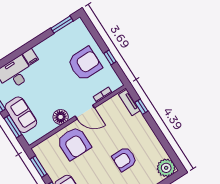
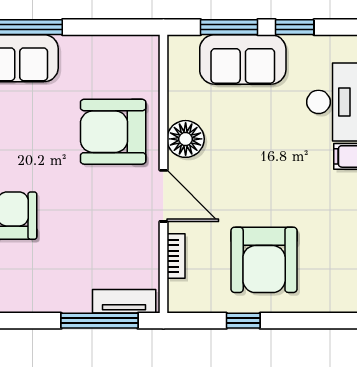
window: (141, 107) -> (100, 321), width x2.17
door: (85, 112) -> (163, 196), swing flipped
window: (39, 167) -> (111, 27), removed

